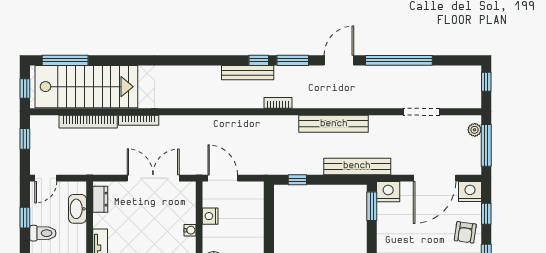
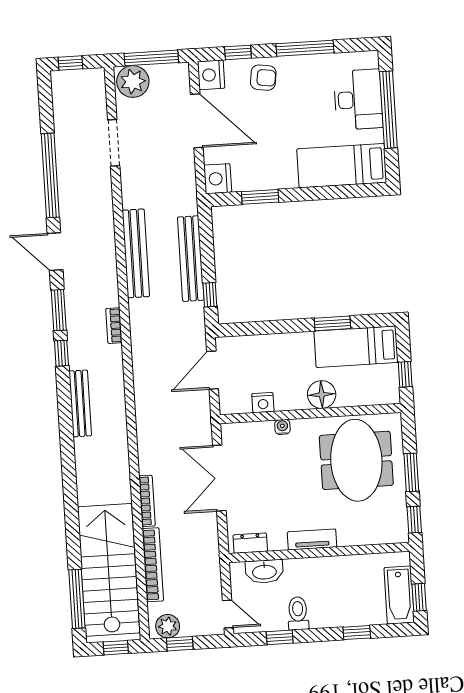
bench: (248, 73) -> (80, 403), moved
plant: (39, 130) -> (168, 626), added
plant: (475, 130) -> (133, 81), width x1.87, depth x1.87
bench: (357, 166) -> (191, 259), moved
door: (223, 178) -> (213, 370), moved
window: (372, 206) -> (260, 197), moved

